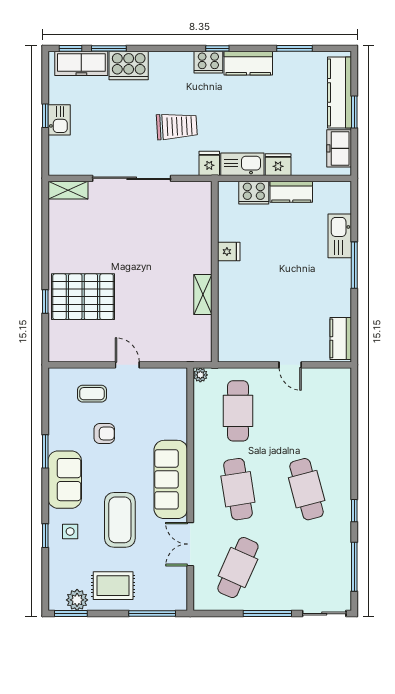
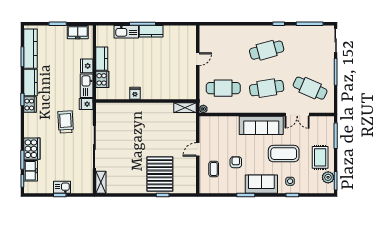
freezer: (81, 63) -> (31, 171), width x0.71
kitchen counter: (340, 93) -> (30, 49), moved, turned -90
shelving: (203, 295) -> (185, 108), moved
kitchen counter: (341, 338) -> (151, 31), moved

